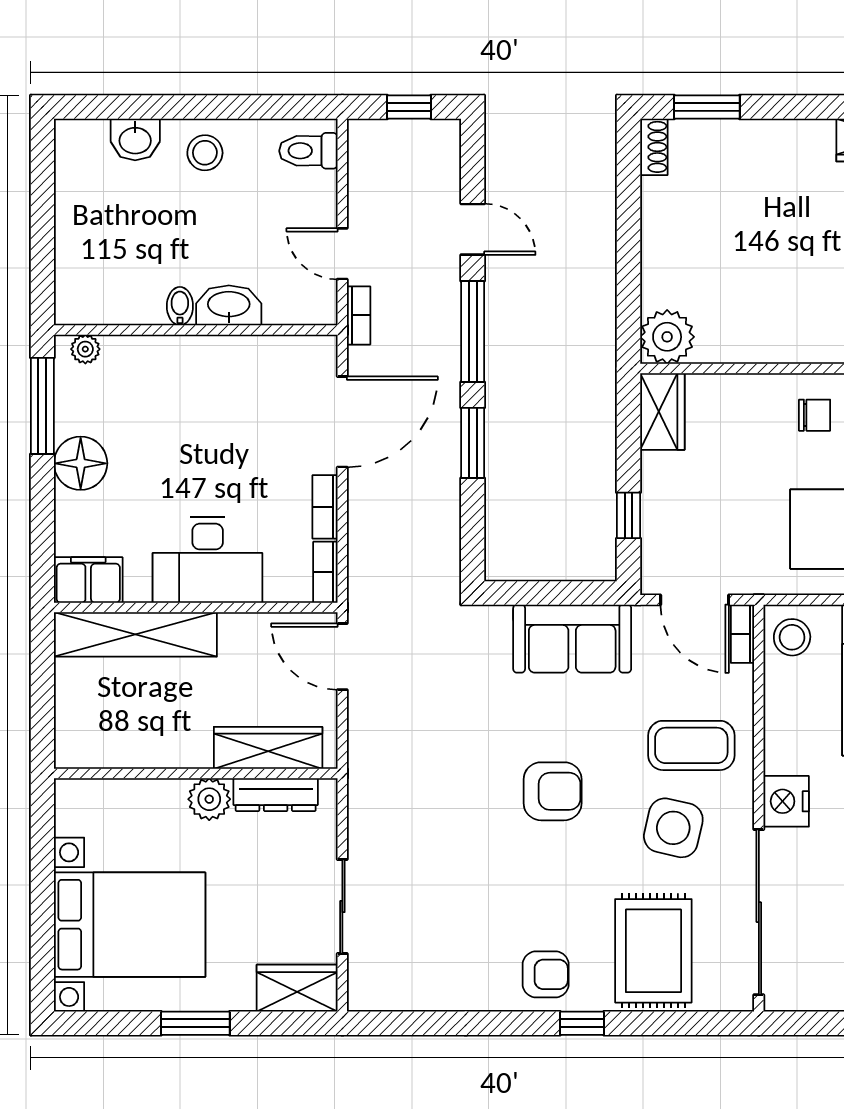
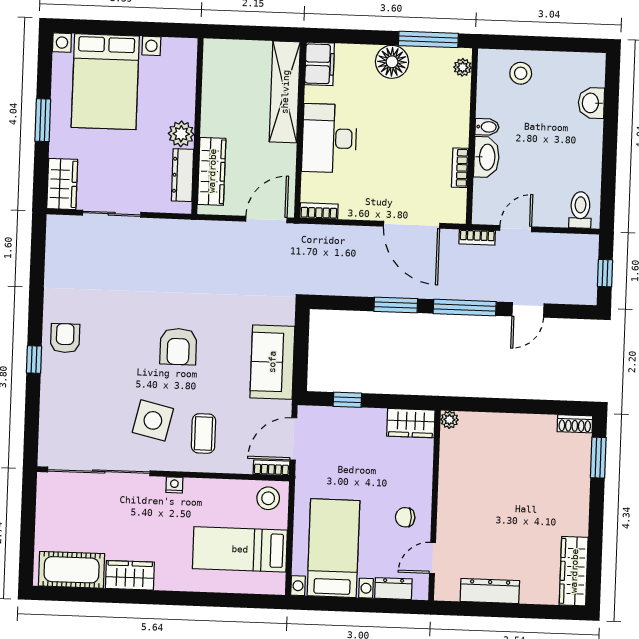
stool: (205, 153) -> (521, 73), moved
plant: (667, 337) -> (449, 420), width x0.53, depth x0.53
chair: (815, 415) -> (405, 517), turned 90
bookcase: (325, 507) -> (460, 168), moved, turned -90
coffee table: (691, 745) -> (203, 433), width x0.73, depth x0.77
nightstand: (786, 801) -> (174, 485), width x0.53, depth x0.56
rug: (653, 951) -> (77, 405), removed
armchair: (546, 974) -> (65, 338), turned 180

